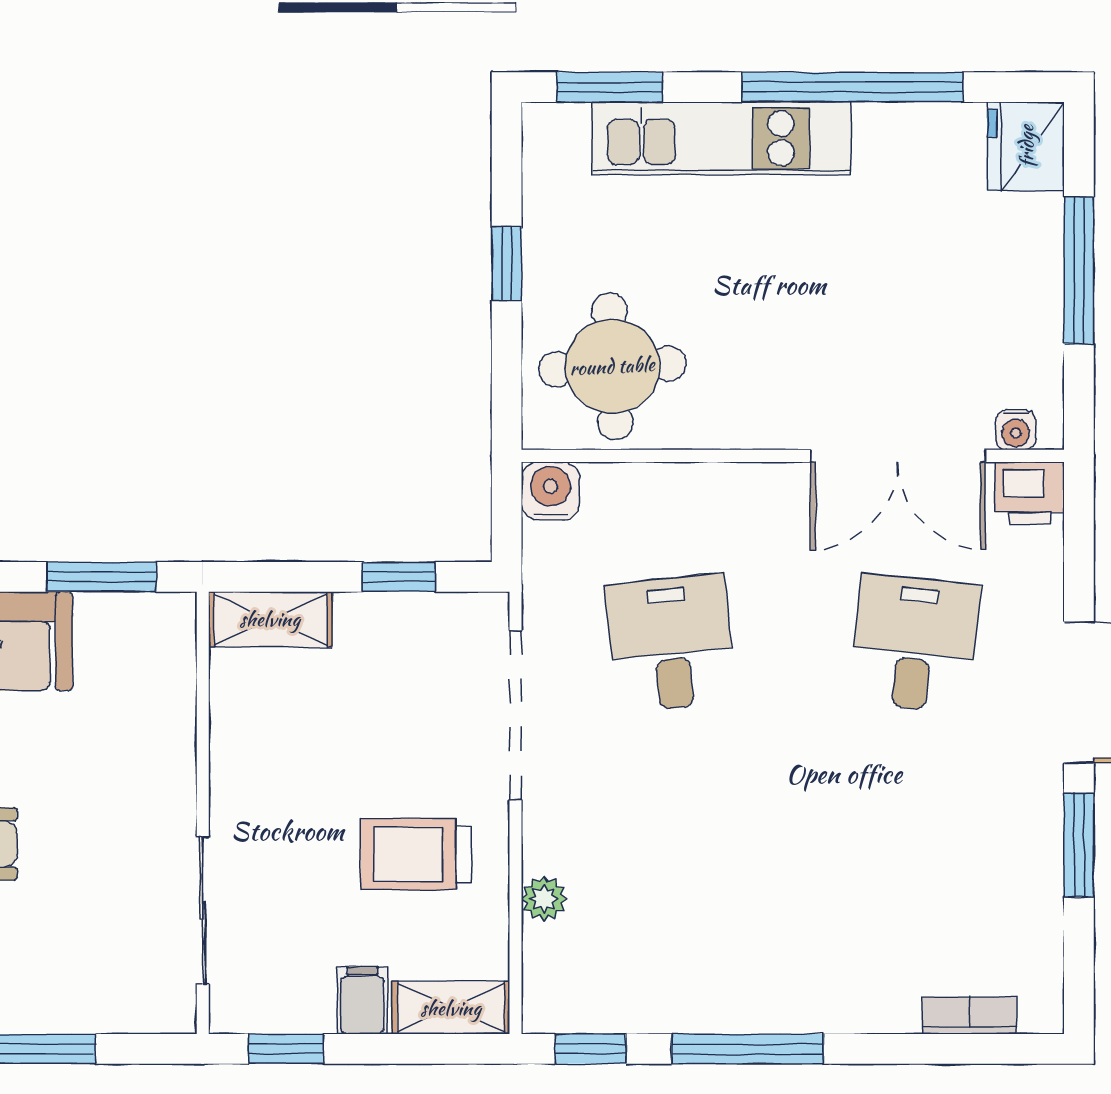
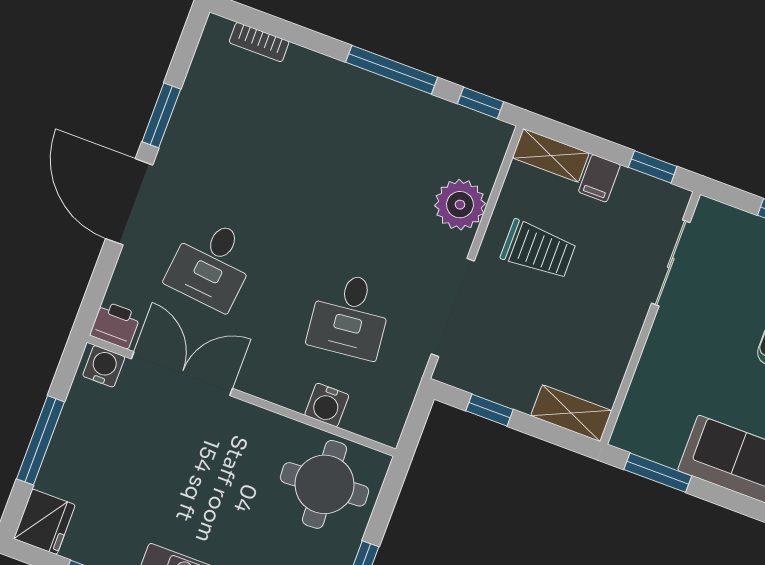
water cooler: (1016, 430) -> (104, 366), width x1.38, depth x1.38
water cooler: (550, 491) -> (327, 405), moved
plant: (544, 899) -> (460, 205), width x1.88, depth x1.88

